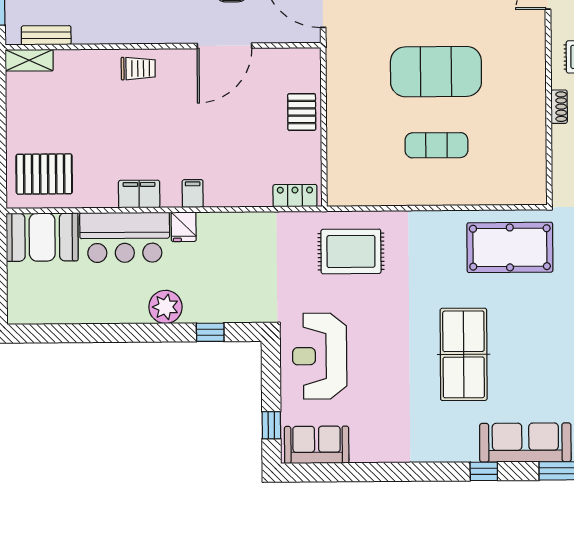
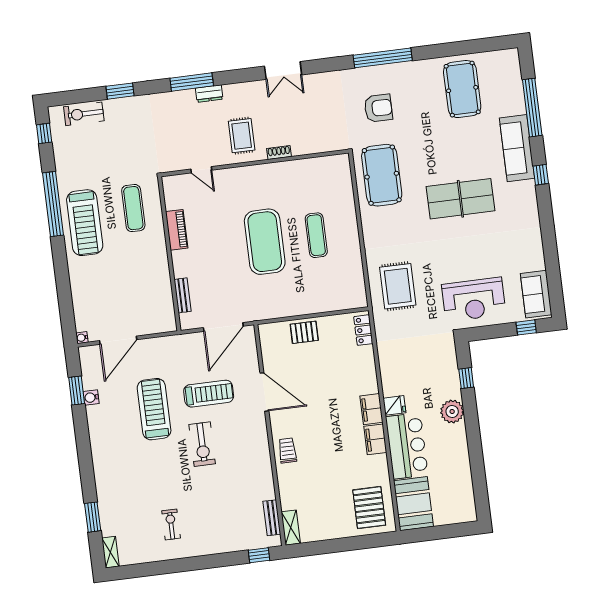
filing cabinet: (193, 194) -> (371, 409), width x2.00

